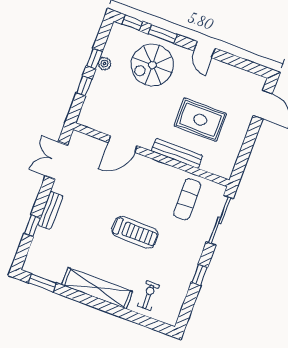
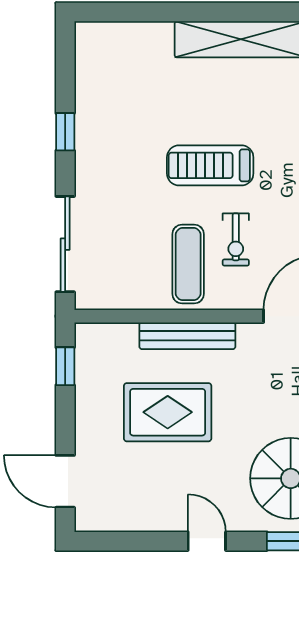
window: (242, 161) -> (65, 366), added
exercise mat: (187, 199) -> (188, 264), moved
exercise bike: (149, 296) -> (236, 240), moved

